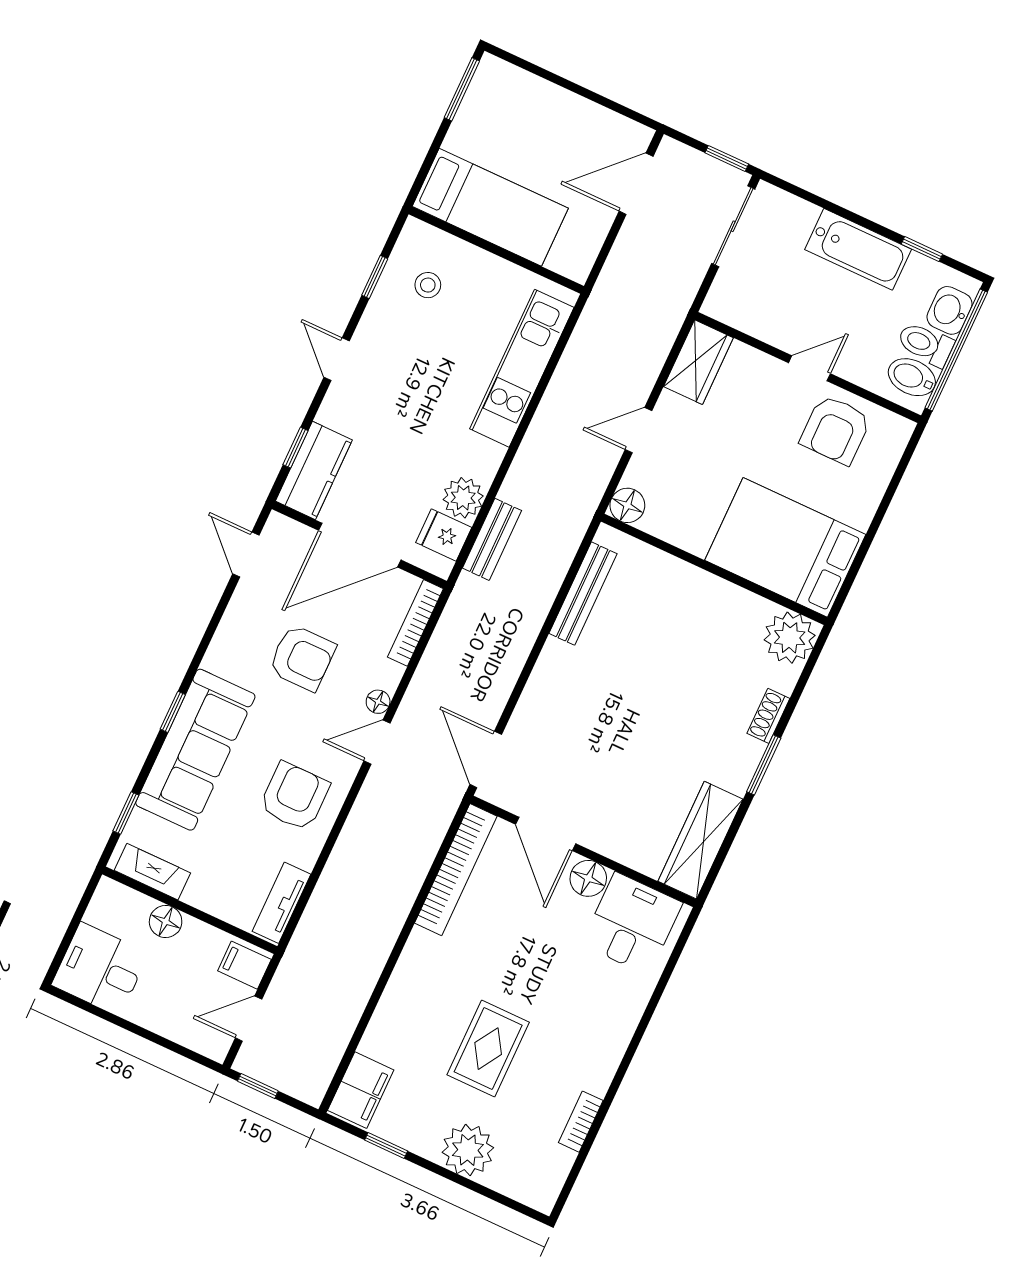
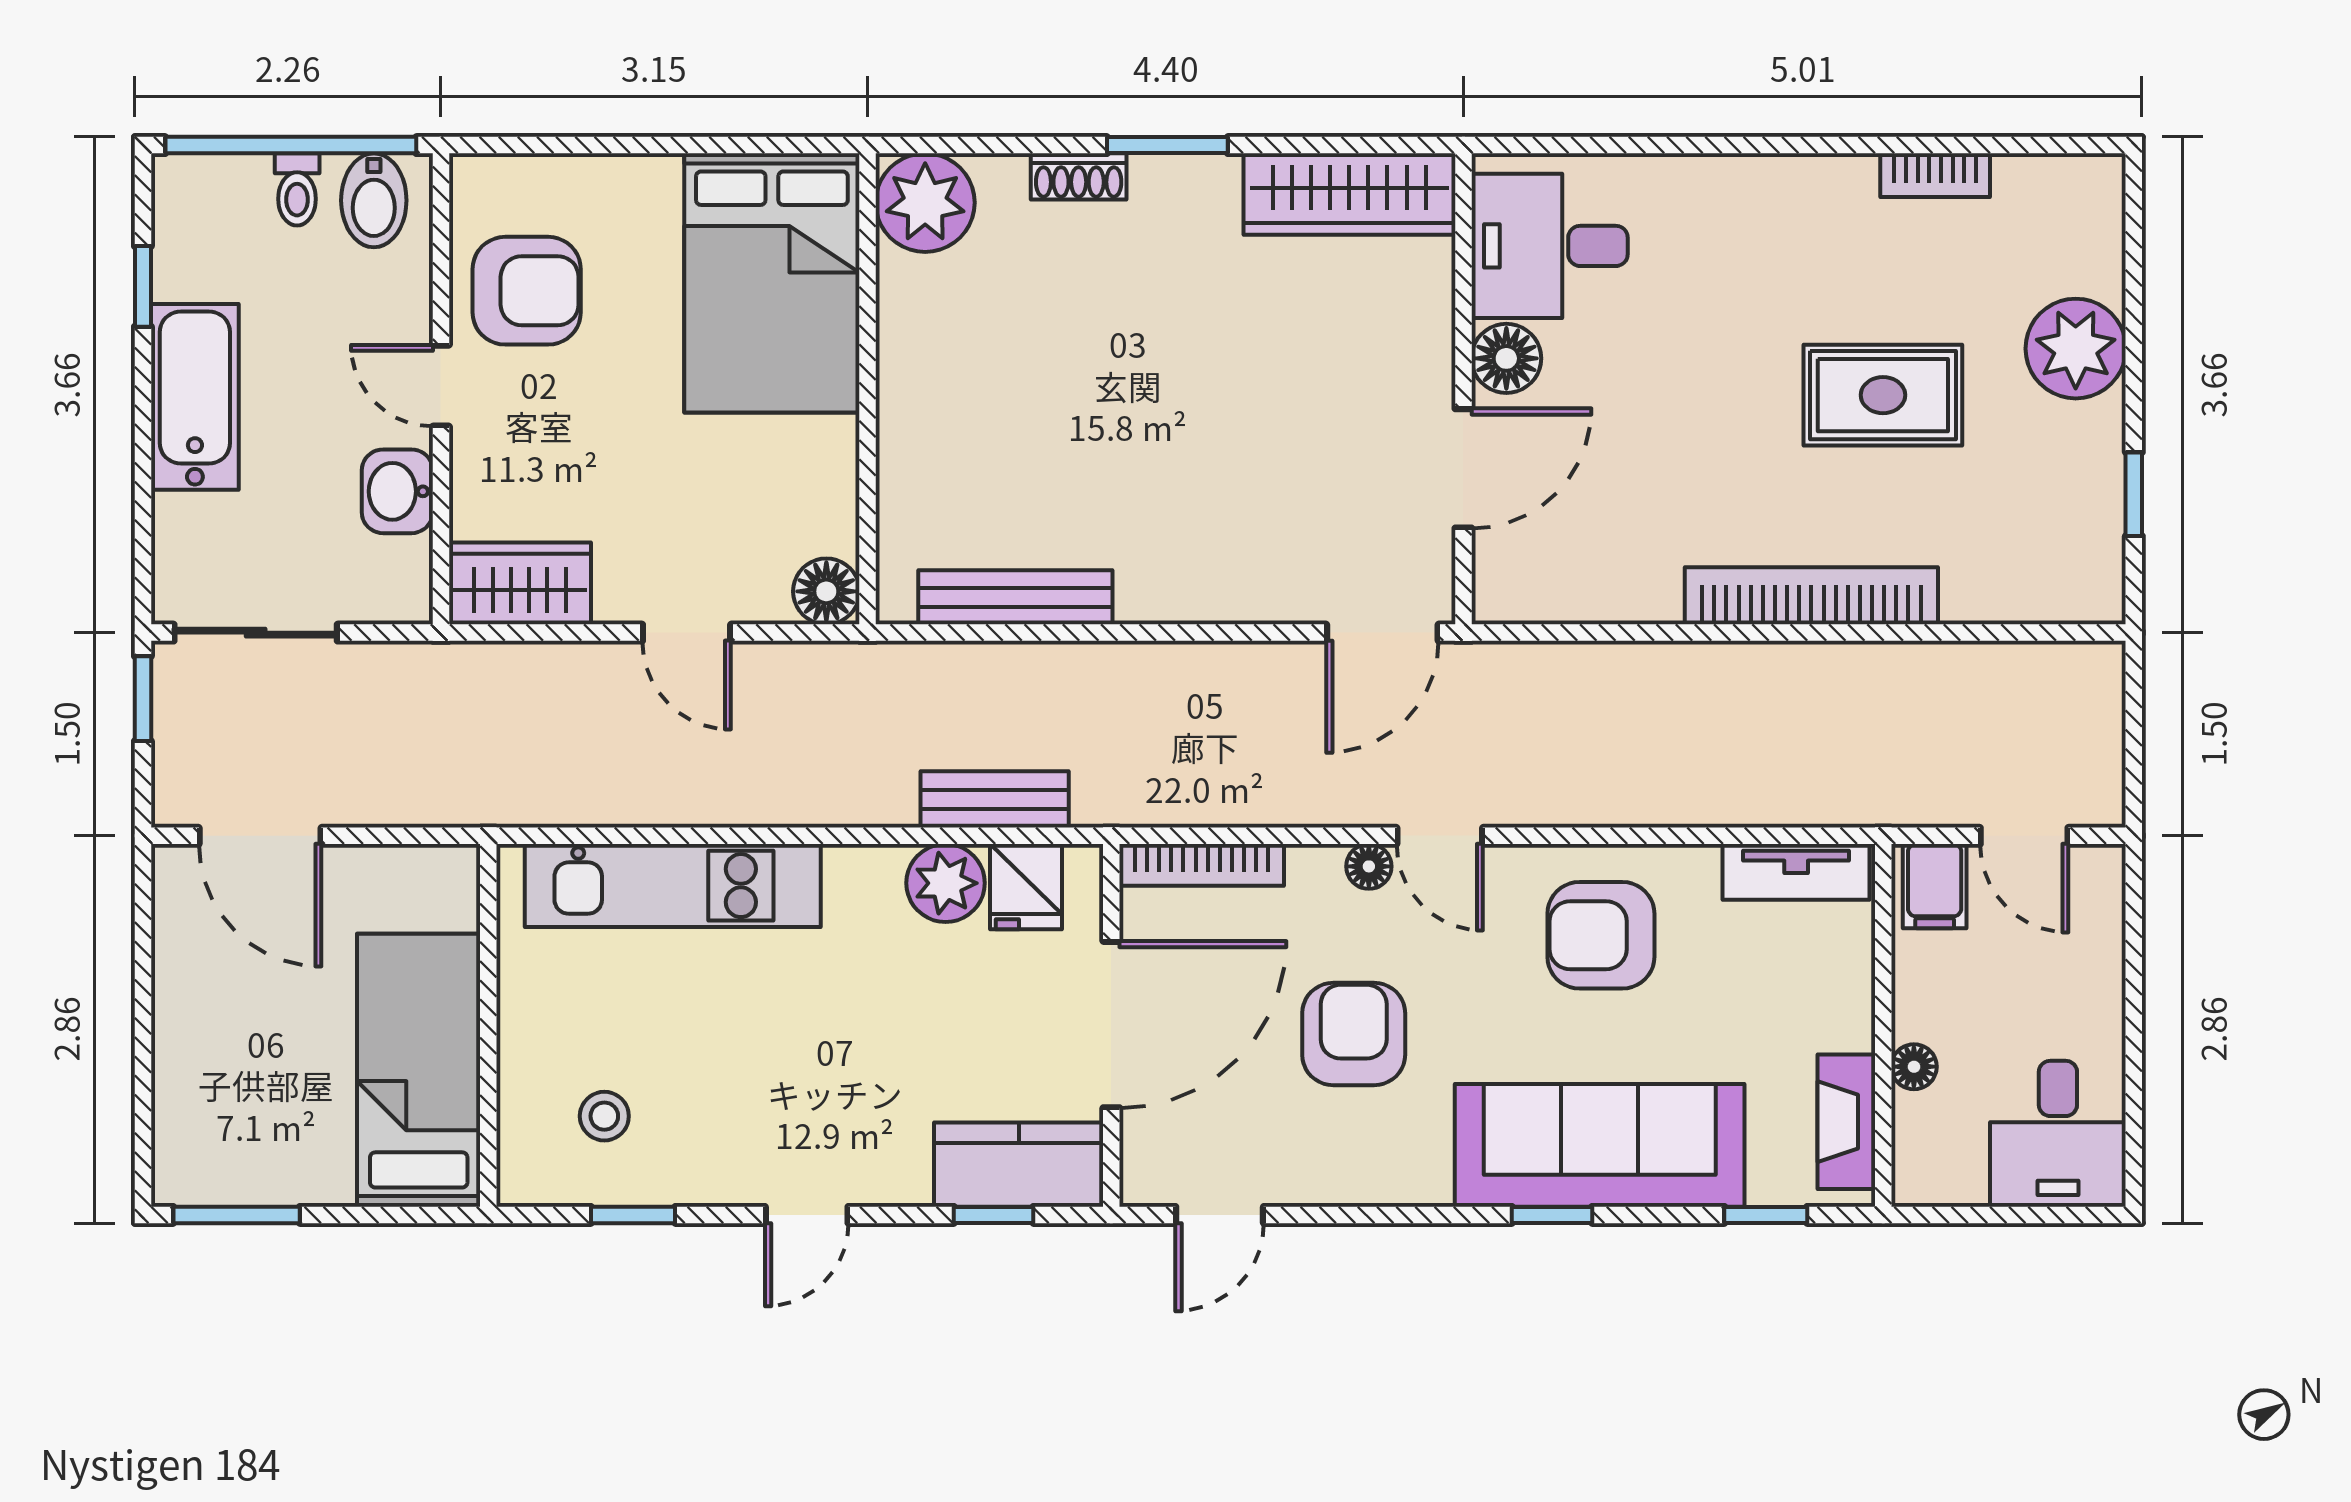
washbasin: (950, 310) -> (397, 491), moved, turned 90
toilet: (925, 344) -> (297, 189), width x0.73, depth x0.72
door: (360, 545) -> (1111, 1025), hinge flipped
bookcase: (456, 870) -> (1811, 596), moved
floor lamp: (166, 922) -> (1914, 1067), width x0.73, depth x0.73
window: (258, 1086) -> (2134, 765), removed
filing cabinet: (361, 1090) -> (2058, 583), removed

